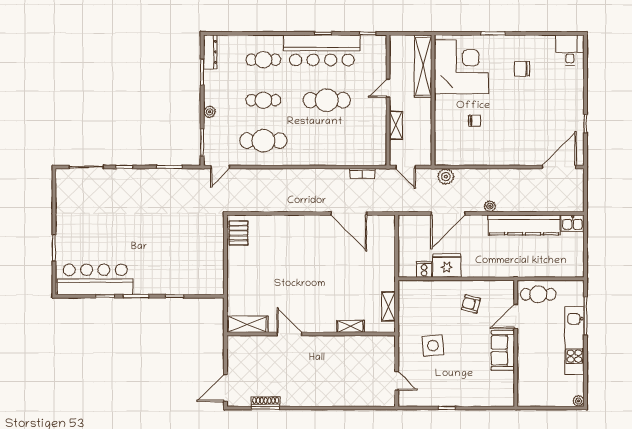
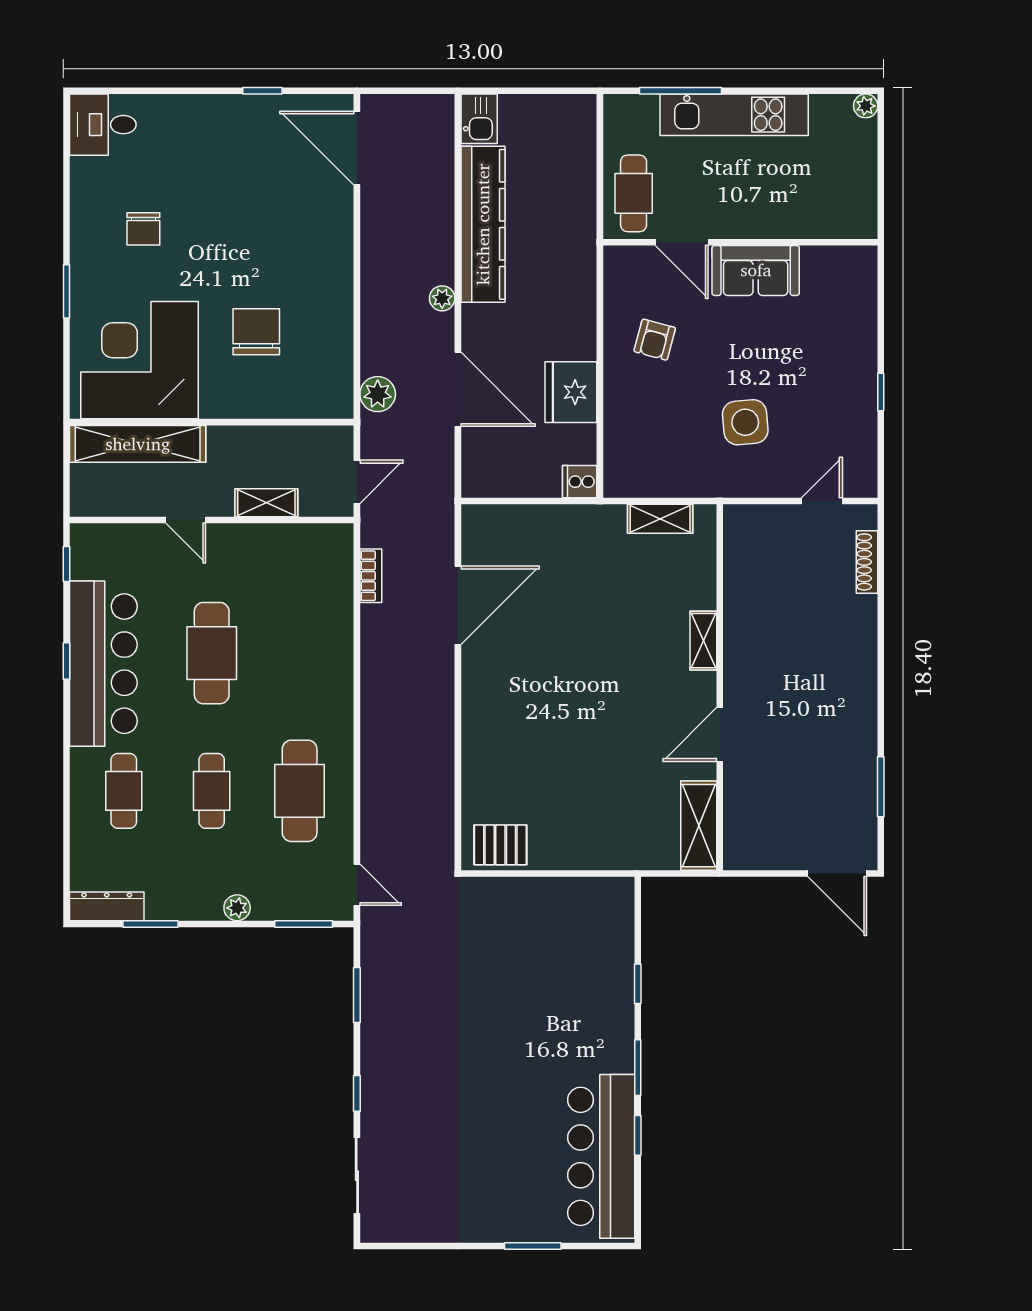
chair: (475, 121) -> (256, 332), width x1.87, depth x1.87
cooker: (424, 269) -> (580, 482), moved
shelving: (350, 326) -> (703, 641), moved
shoe rack: (266, 402) -> (867, 562), moved

